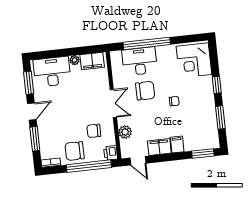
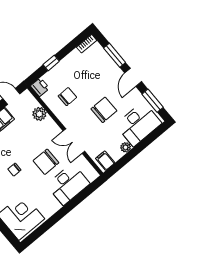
window: (147, 43) -> (72, 204), removed
filing cabinet: (92, 61) -> (105, 161), width x0.50
double door: (113, 104) -> (74, 141), moved
chair: (75, 151) -> (104, 110), moved
window: (89, 166) -> (51, 63), width x0.32

